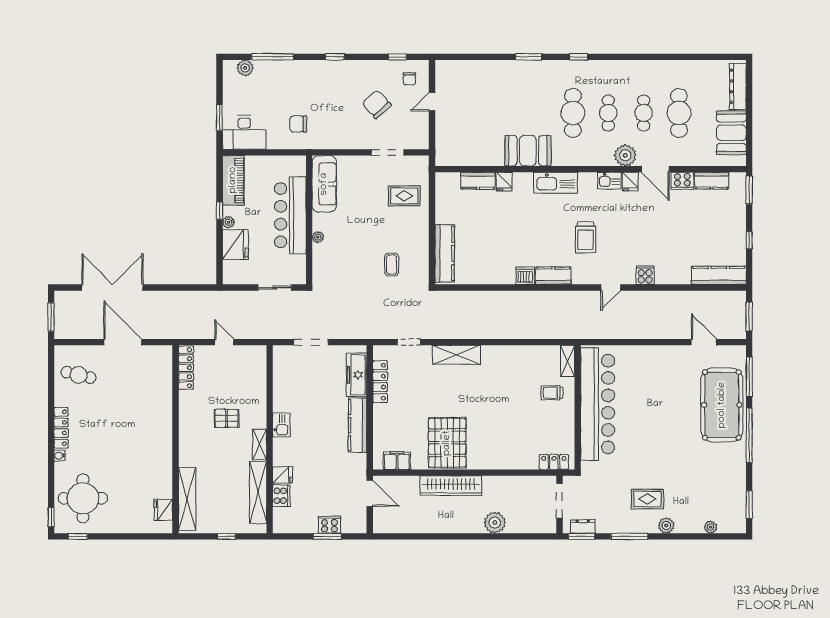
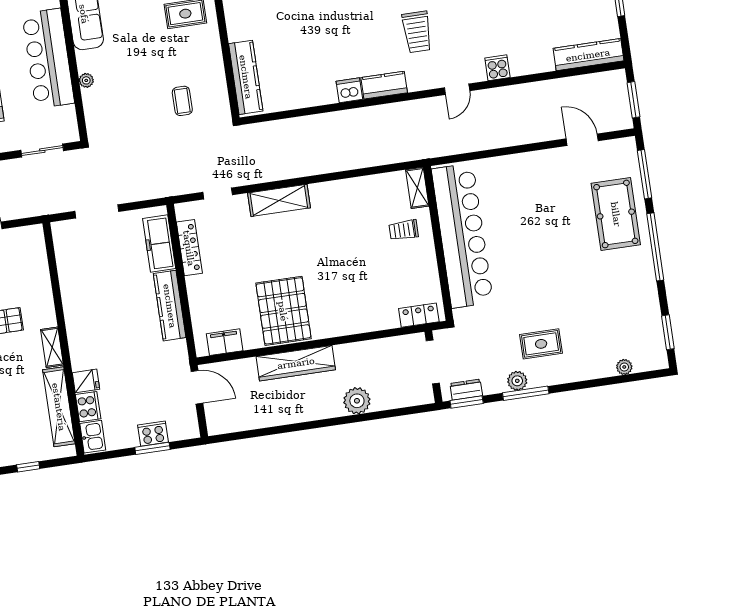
pool table: (722, 405) -> (616, 214), width x0.73, depth x0.76
kitchen sink: (281, 425) -> (93, 437), moved
plant: (666, 526) -> (517, 381), moved

